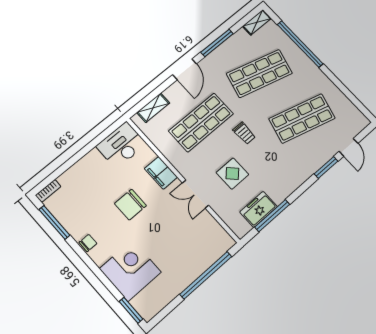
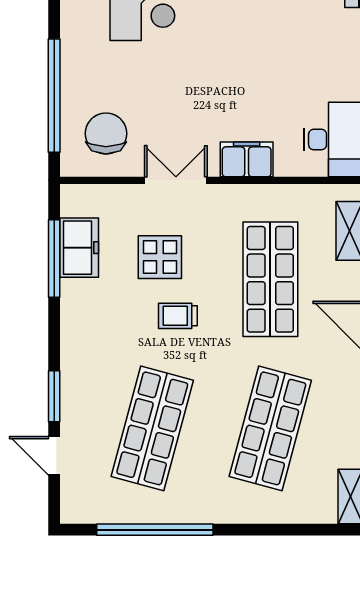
window: (300, 44) -> (155, 530), moved
trolley: (244, 133) -> (178, 316), moved
chair: (130, 205) -> (106, 134), moved

